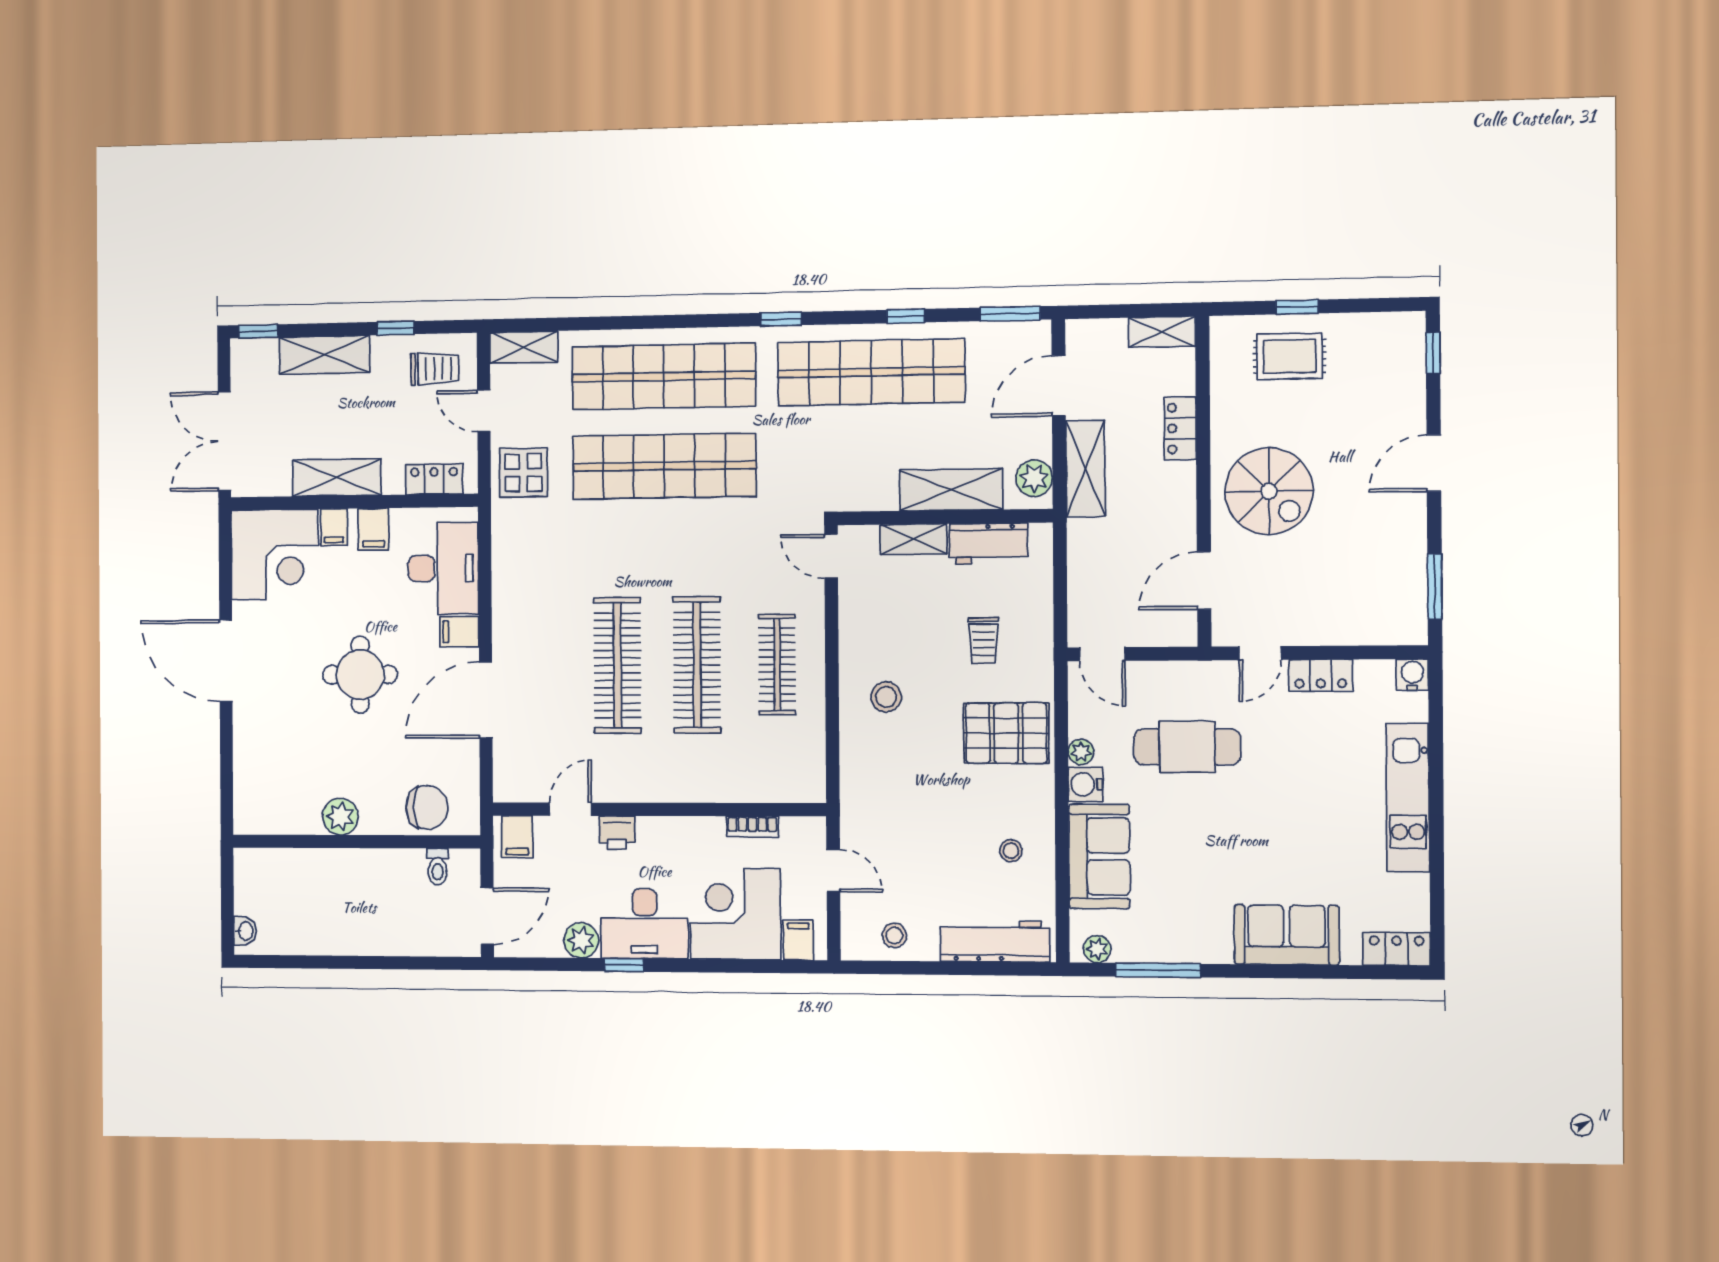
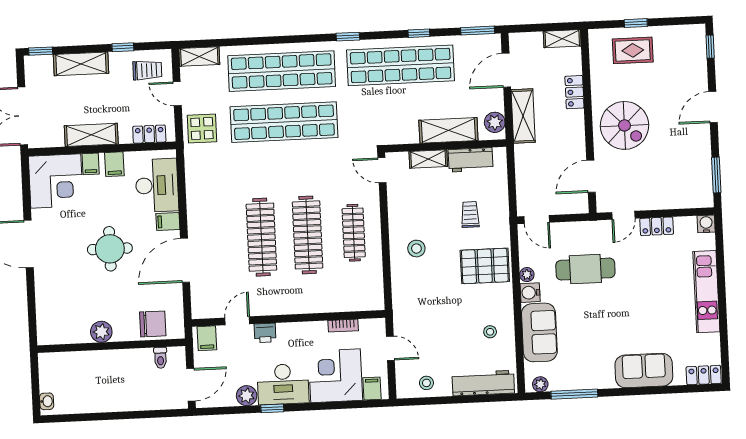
trolley: (984, 640) -> (470, 214), turned 180

